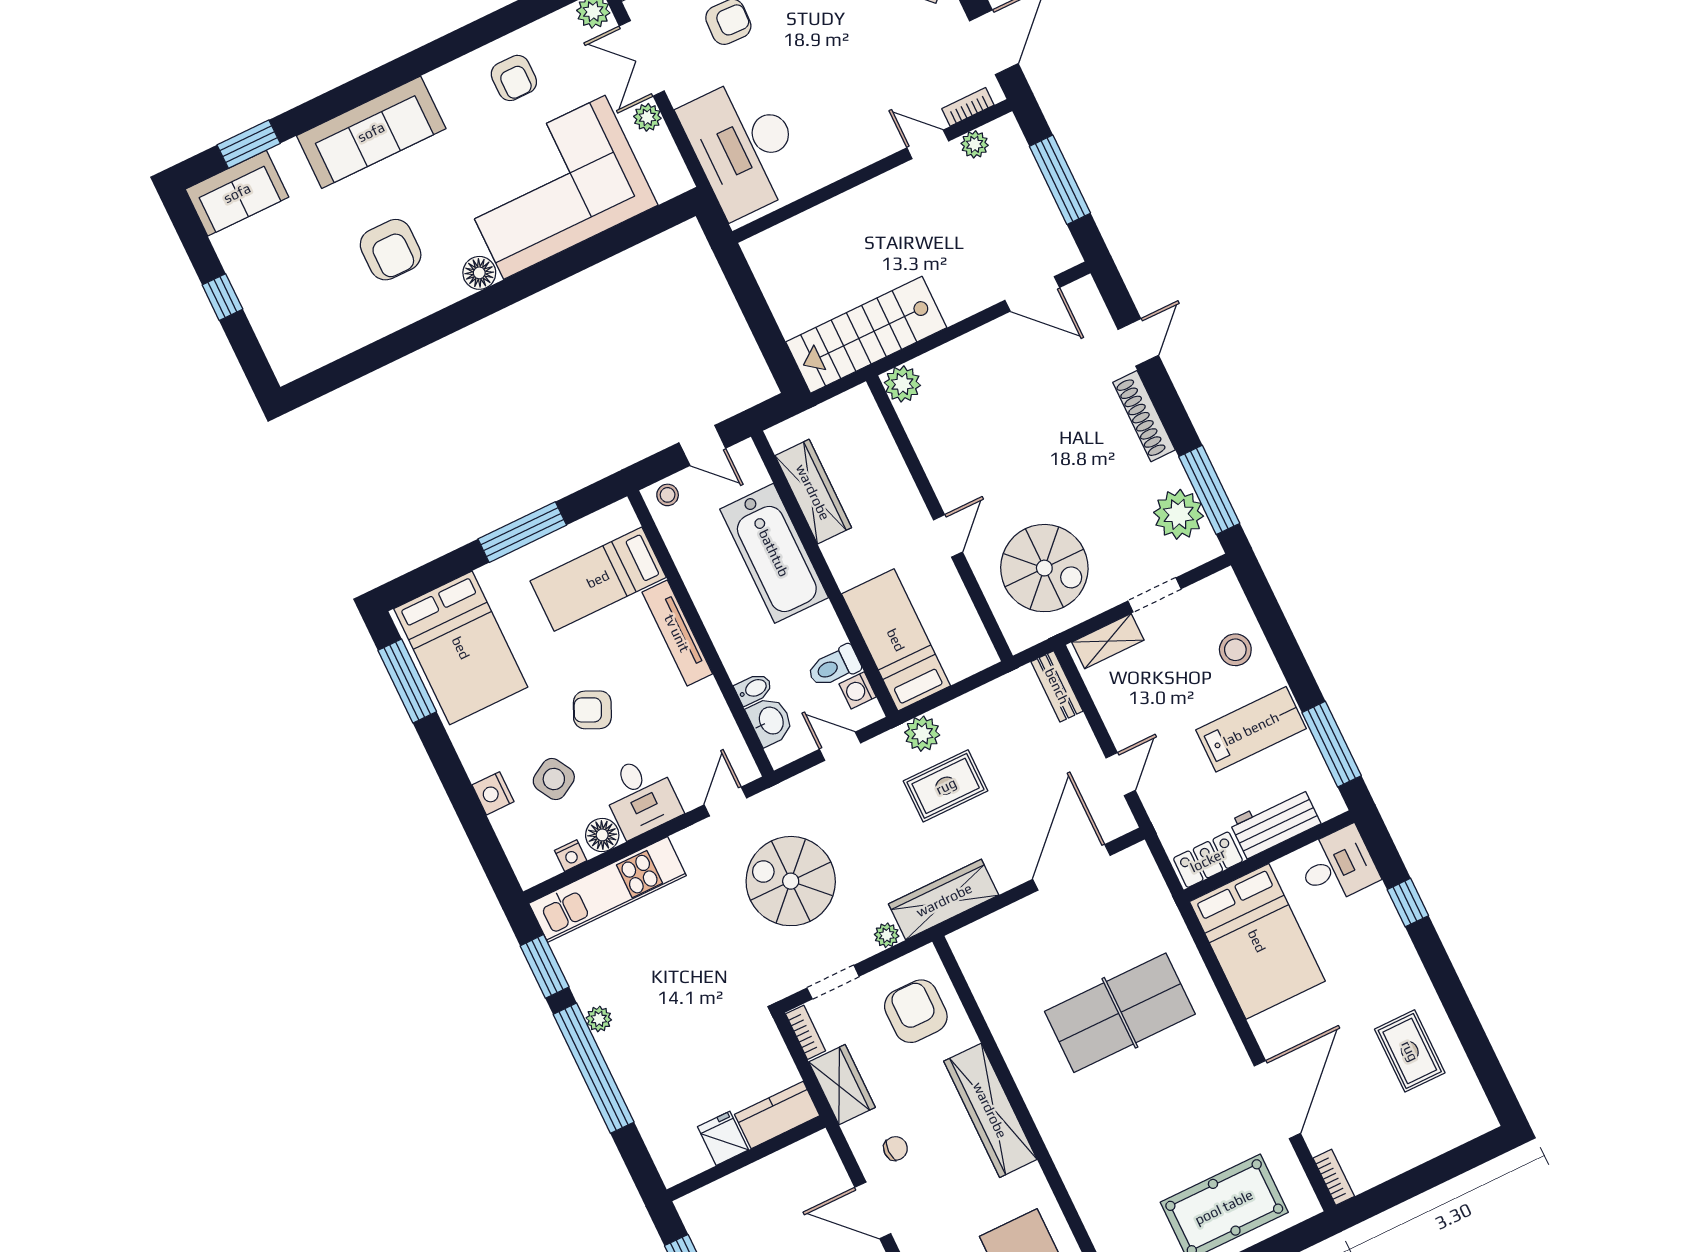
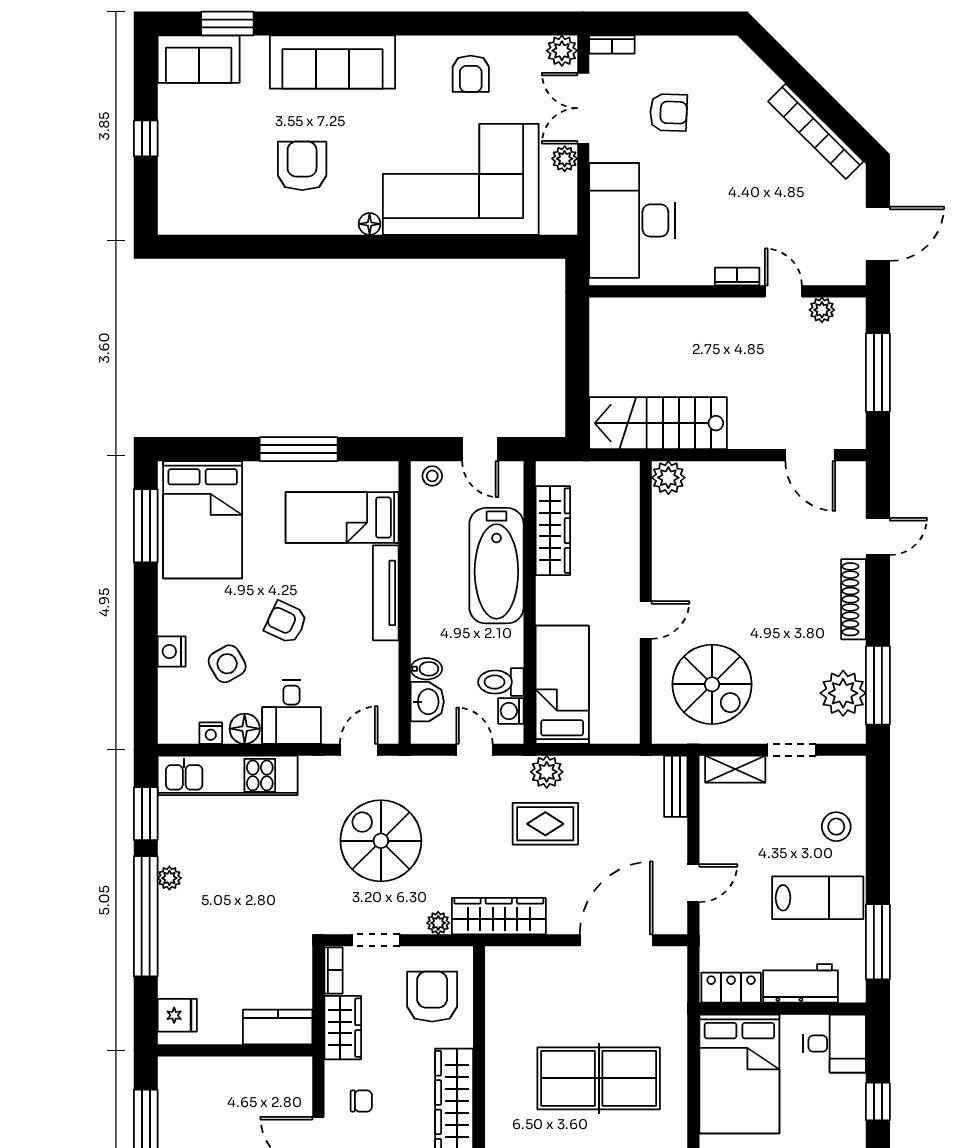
bookcase: (968, 107) -> (737, 277), moved
armchair: (391, 250) -> (302, 166), turned 180
floor lamp: (479, 273) -> (370, 224), width x0.73, depth x0.73
fridge: (723, 1138) -> (177, 1015), moved, turned 90

